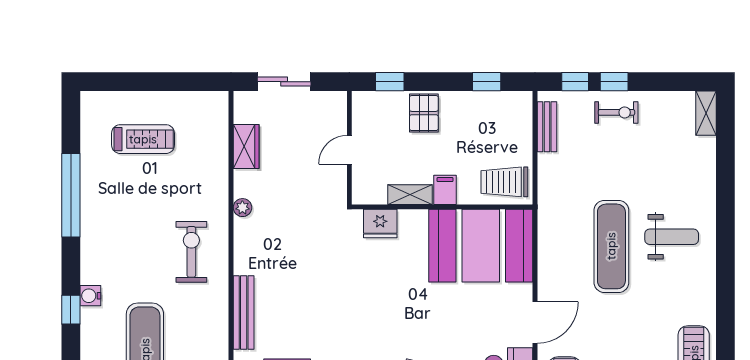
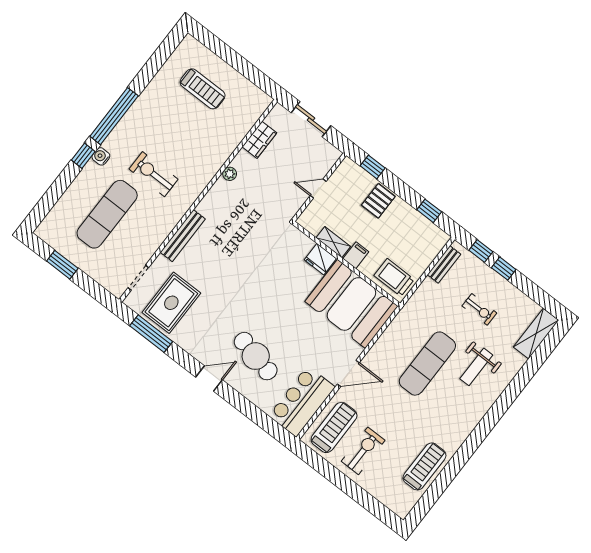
exercise bike: (616, 112) -> (479, 309), moved
shelving: (706, 113) -> (536, 334), width x1.50, depth x1.33
window: (71, 195) -> (114, 116), moved
fridge: (380, 224) -> (320, 259), moved
weight bench: (672, 237) -> (476, 367), moved, turned 90
exercise bike: (191, 252) -> (154, 174), moved, turned -90

